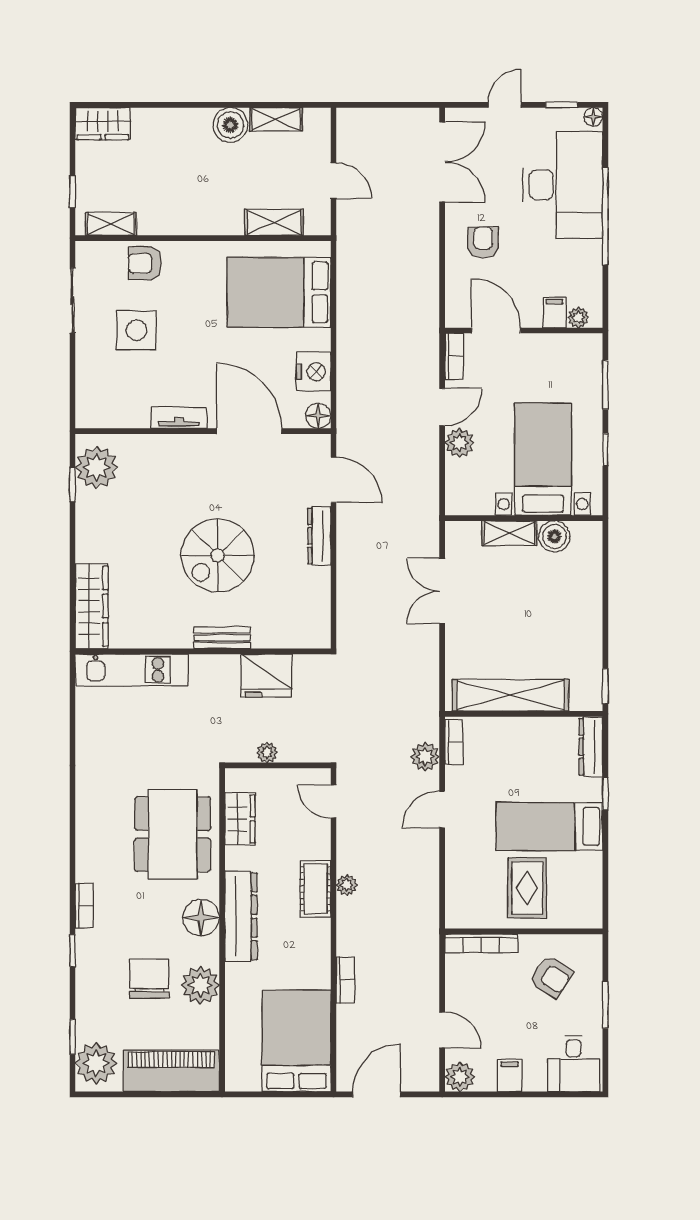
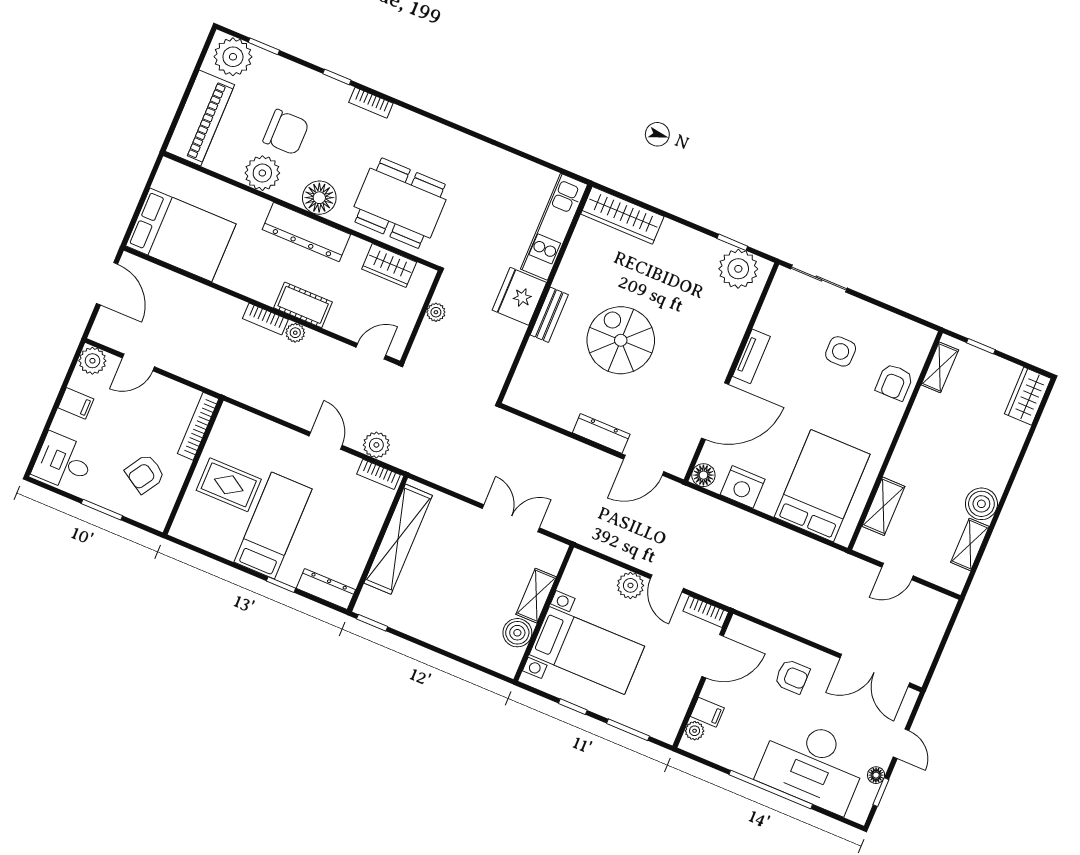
floor lamp: (593, 117) -> (876, 775), moved
armchair: (145, 263) -> (894, 382), turned 180
sliding door: (73, 300) -> (819, 278), moved
side table: (137, 330) -> (841, 351), width x0.73, depth x0.73
fridge: (266, 676) -> (519, 296), moved
bookcase: (345, 980) -> (265, 319), moved

